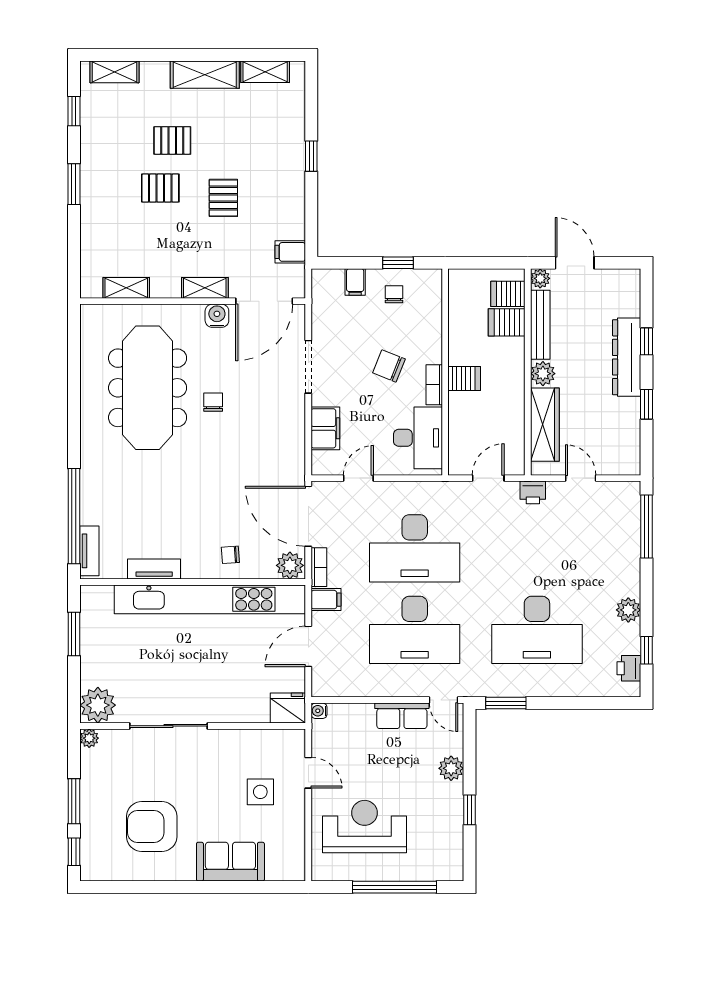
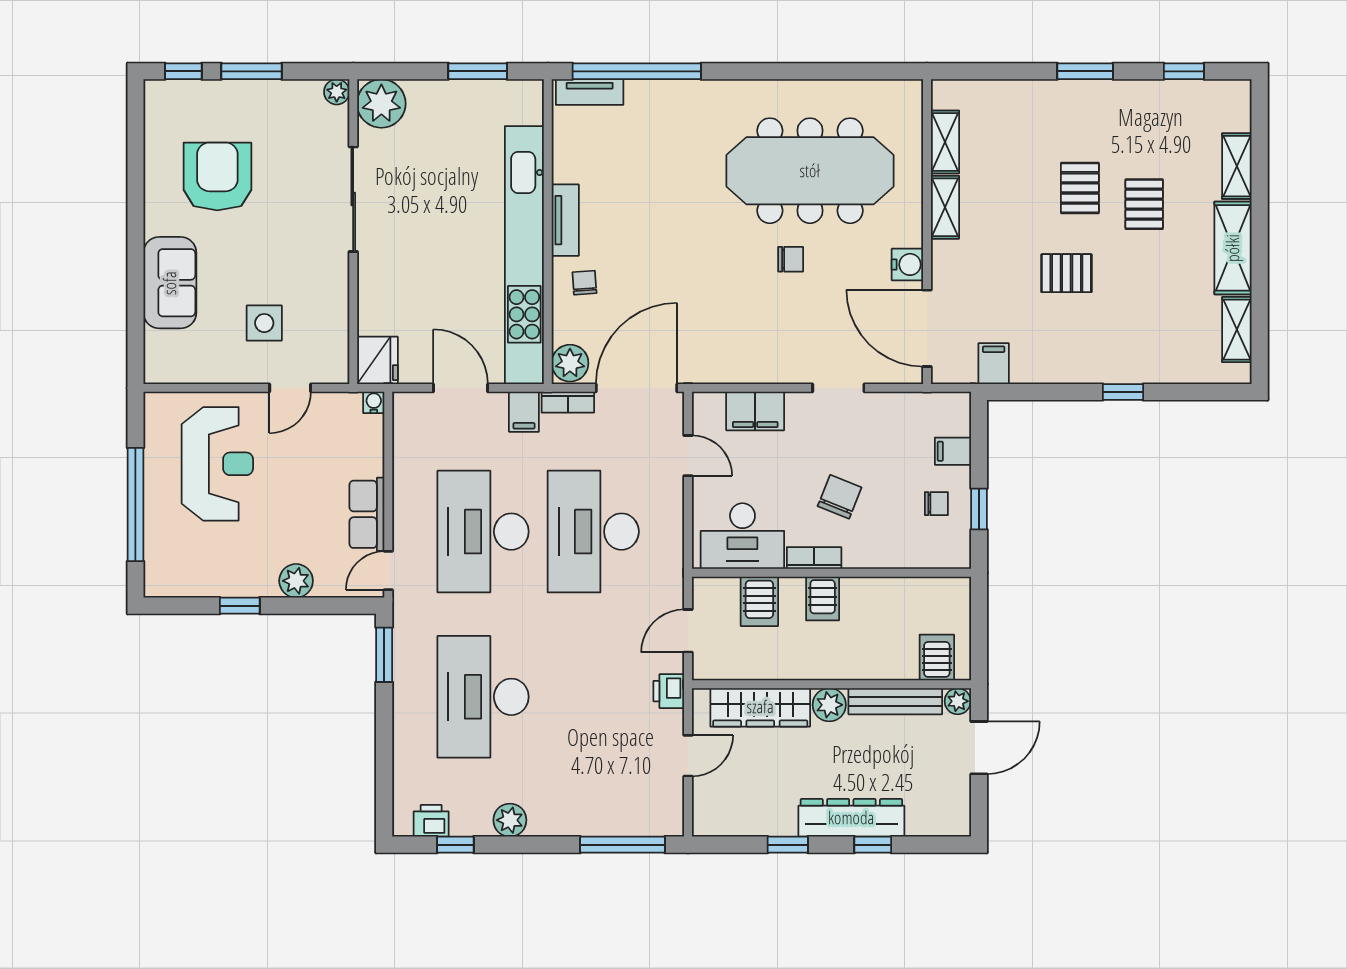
shelving: (114, 72) -> (1237, 166), moved
shelving: (205, 288) -> (945, 207), moved
server rack: (507, 322) -> (759, 601), moved, turned 180
doorway: (308, 367) -> (838, 388), width x0.73
door: (488, 478) -> (688, 631), swing flipped
tv unit: (154, 569) -> (565, 220), moved

